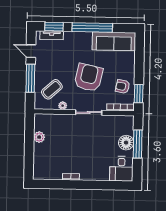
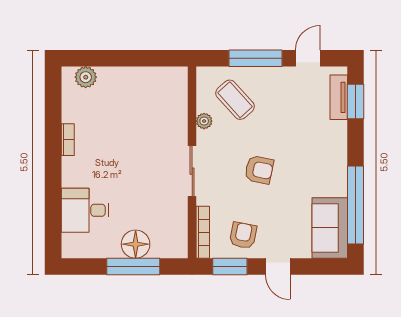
window: (92, 27) -> (355, 205), moved
sofa: (114, 41) -> (330, 228), width x0.73
door: (139, 69) -> (278, 267), added
armchair: (89, 78) -> (259, 170), width x0.53, depth x0.53
plant: (39, 137) -> (86, 77), moved
desk: (121, 169) -> (85, 210), moved

